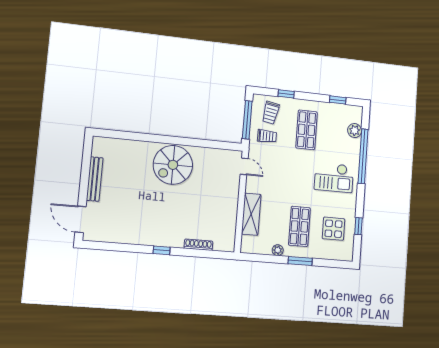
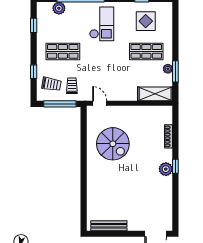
spiral stairs: (173, 165) -> (113, 144), moved
door: (244, 166) -> (100, 103), hinge flipped
bench: (95, 179) -> (109, 226), moved
shelving: (251, 214) -> (155, 94), moved
plant: (159, 238) -> (166, 169), added
window: (300, 261) -> (175, 71), moved

